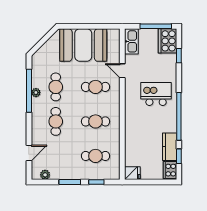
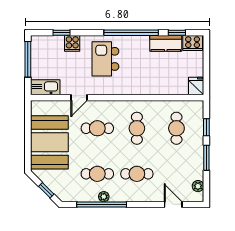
cooker: (167, 41) -> (72, 43), moved, width x0.53, depth x0.76
window: (41, 42) -> (46, 190), added
cafe table: (95, 87) -> (97, 128), turned 90

